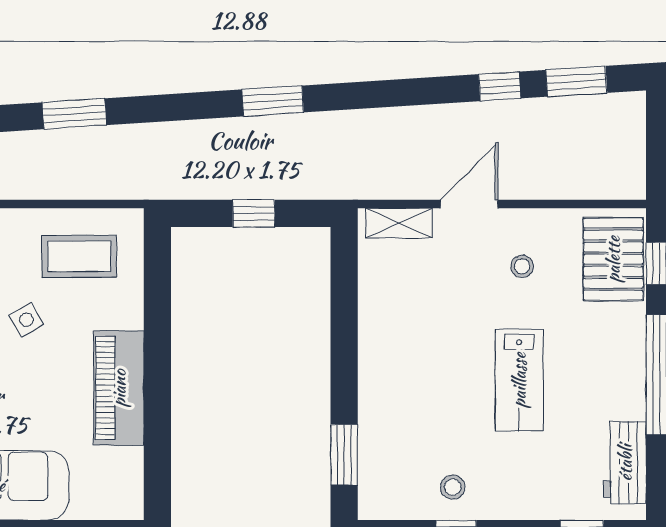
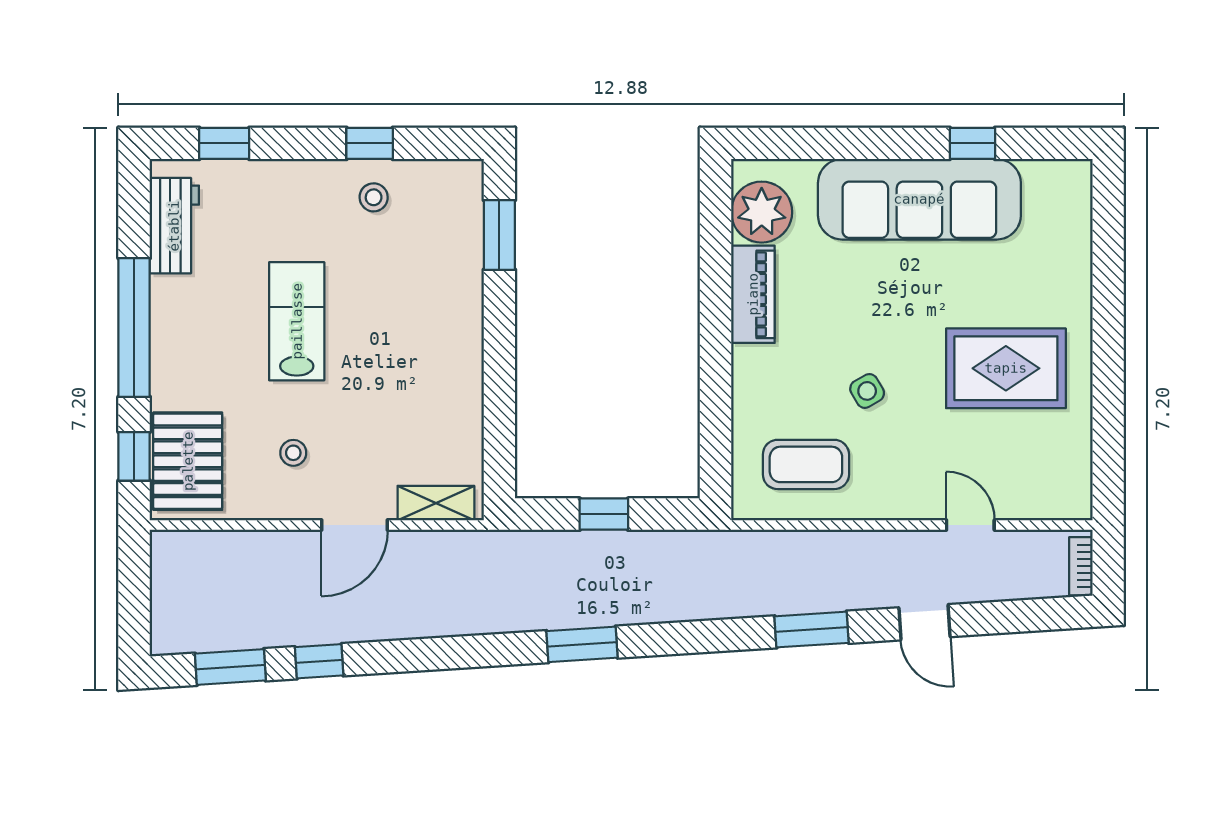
piano: (119, 388) -> (753, 294), width x0.73, depth x0.75
plant: (117, 474) -> (762, 212), added

